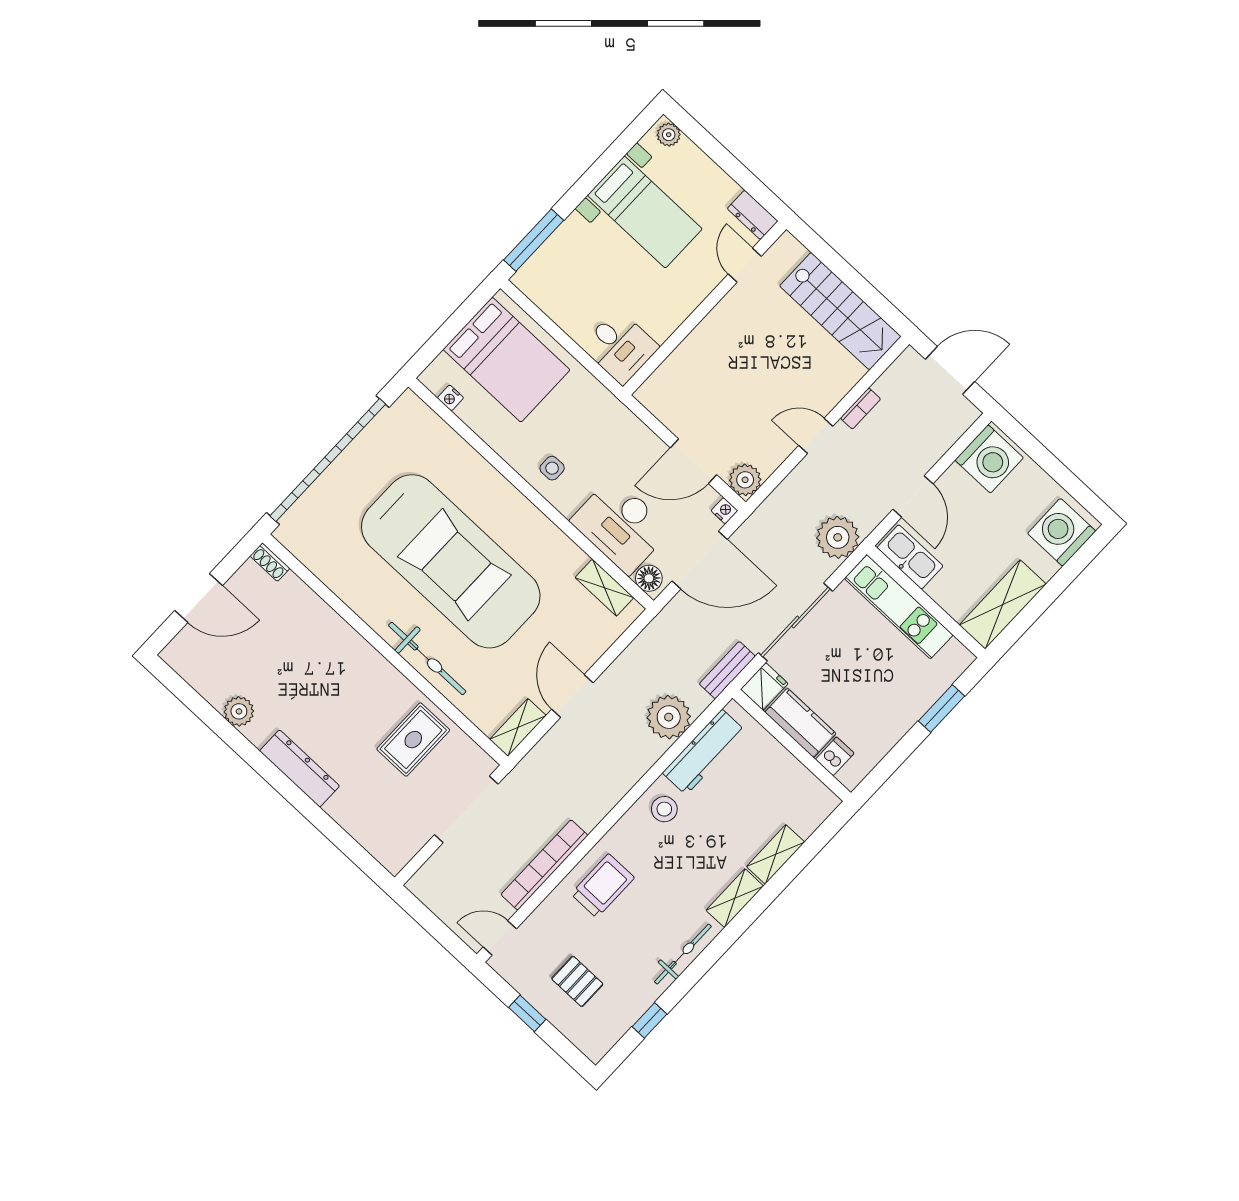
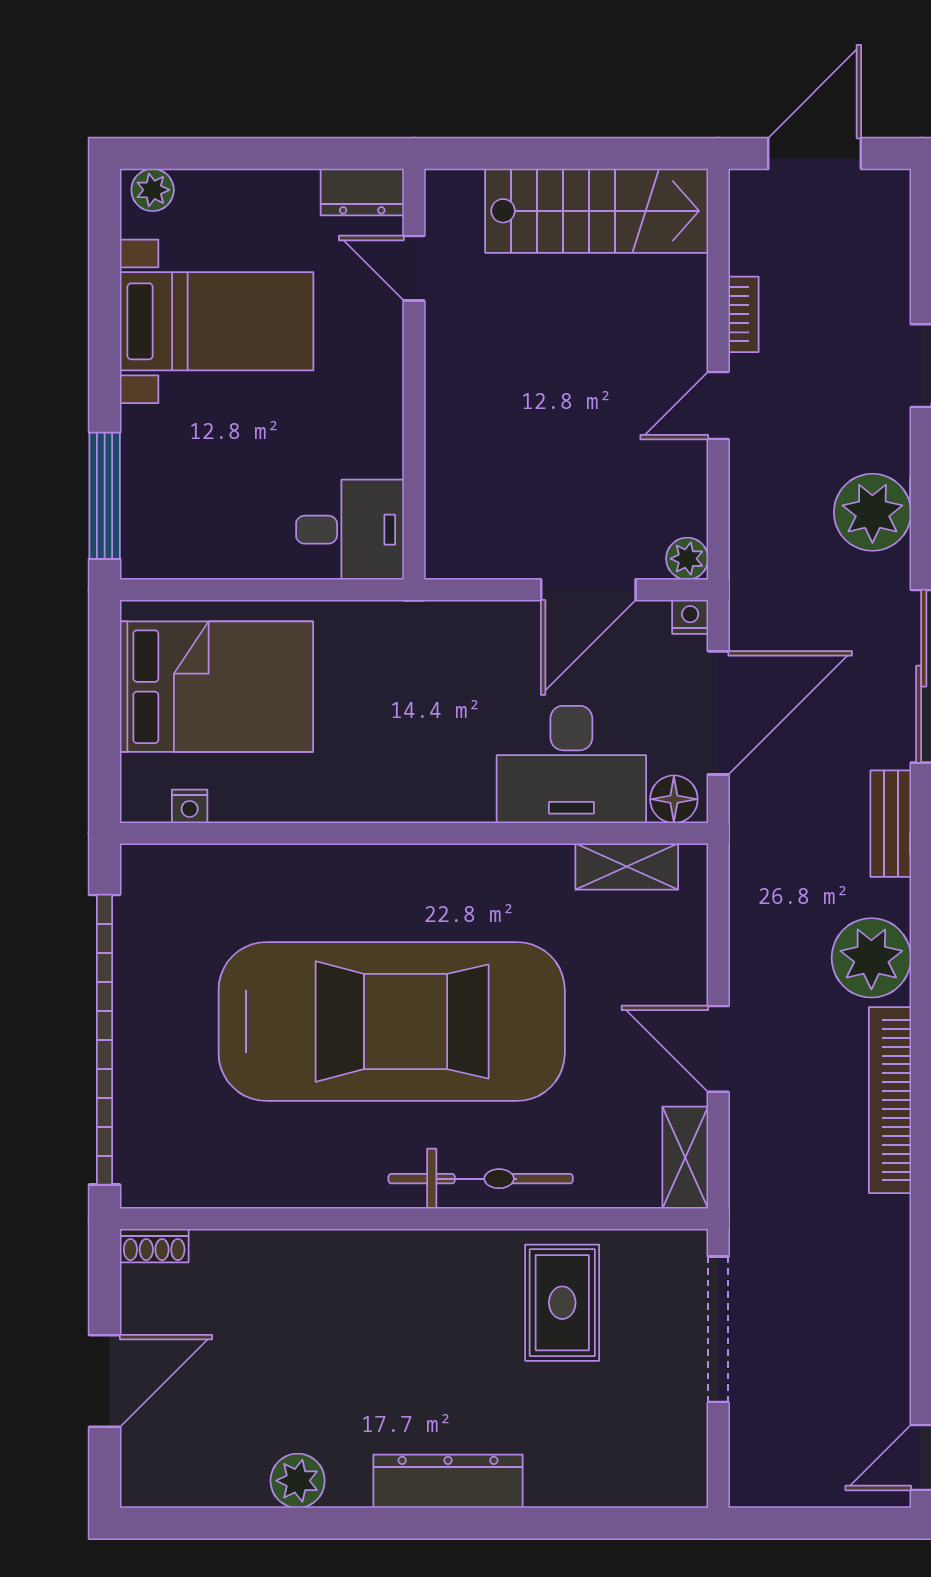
side table: (552, 468) -> (410, 774), removed
plant: (745, 480) -> (687, 559), width x0.73, depth x0.73
bookcase: (544, 865) -> (890, 1100), moved

